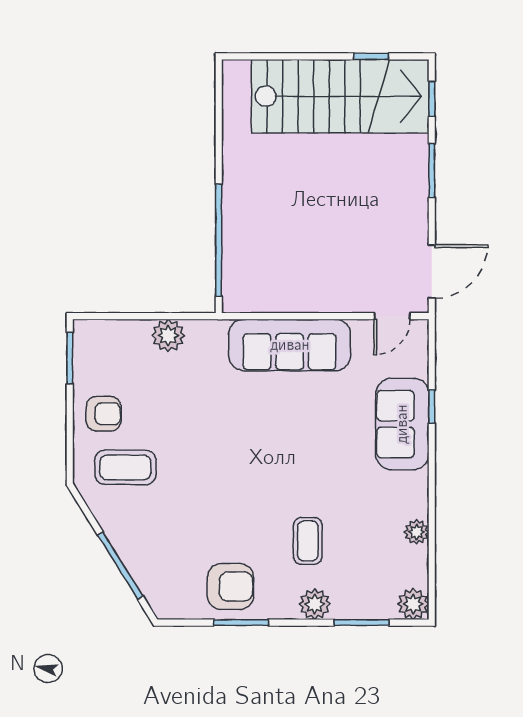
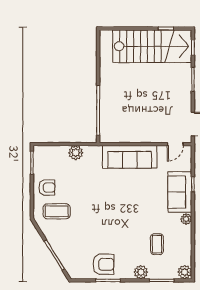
plant: (417, 532) -> (186, 219), moved
coffee table: (308, 541) -> (157, 244), moved

